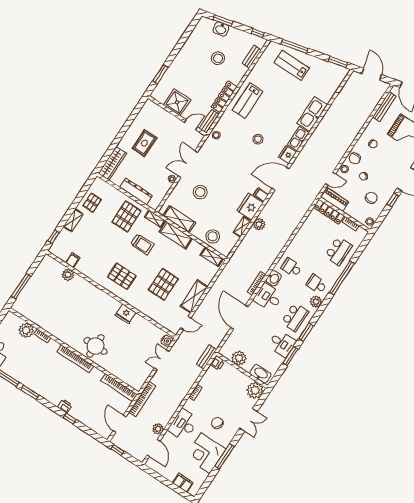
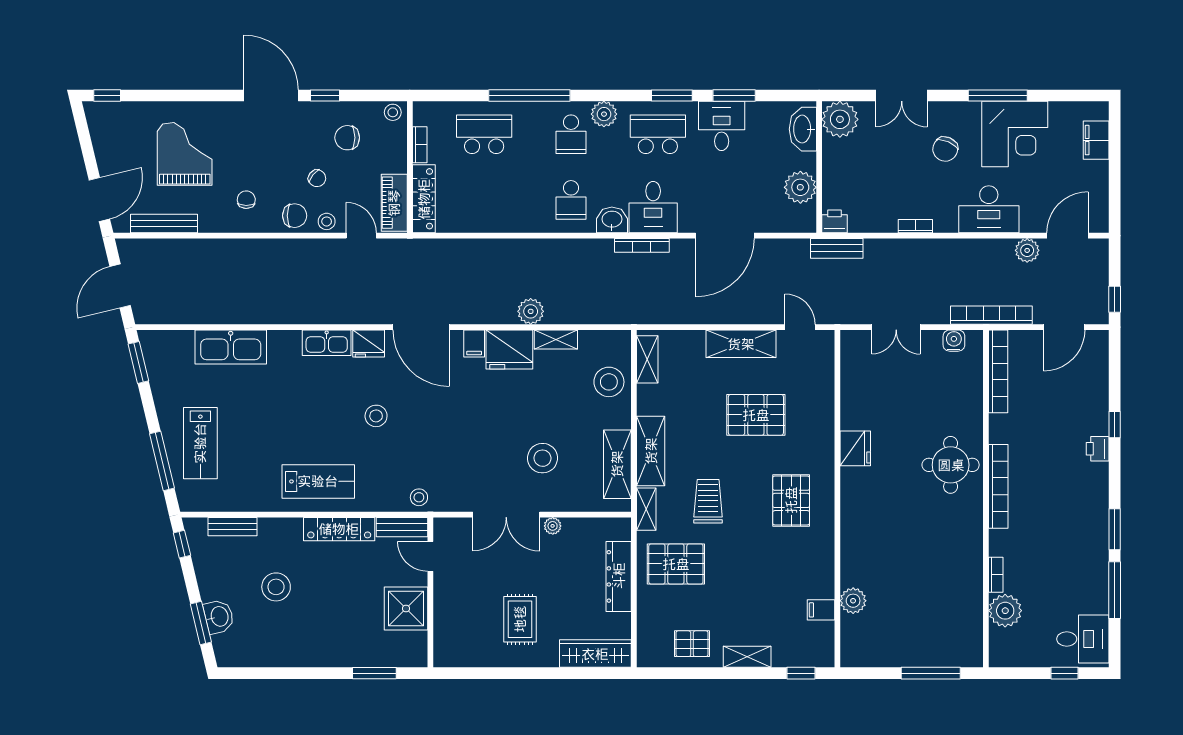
kitchen sink: (312, 114) -> (231, 347), moved
rug: (144, 143) -> (520, 619), turned 90
water cooler: (167, 341) -> (954, 341), moved
double door: (249, 420) -> (902, 96), swing flipped

